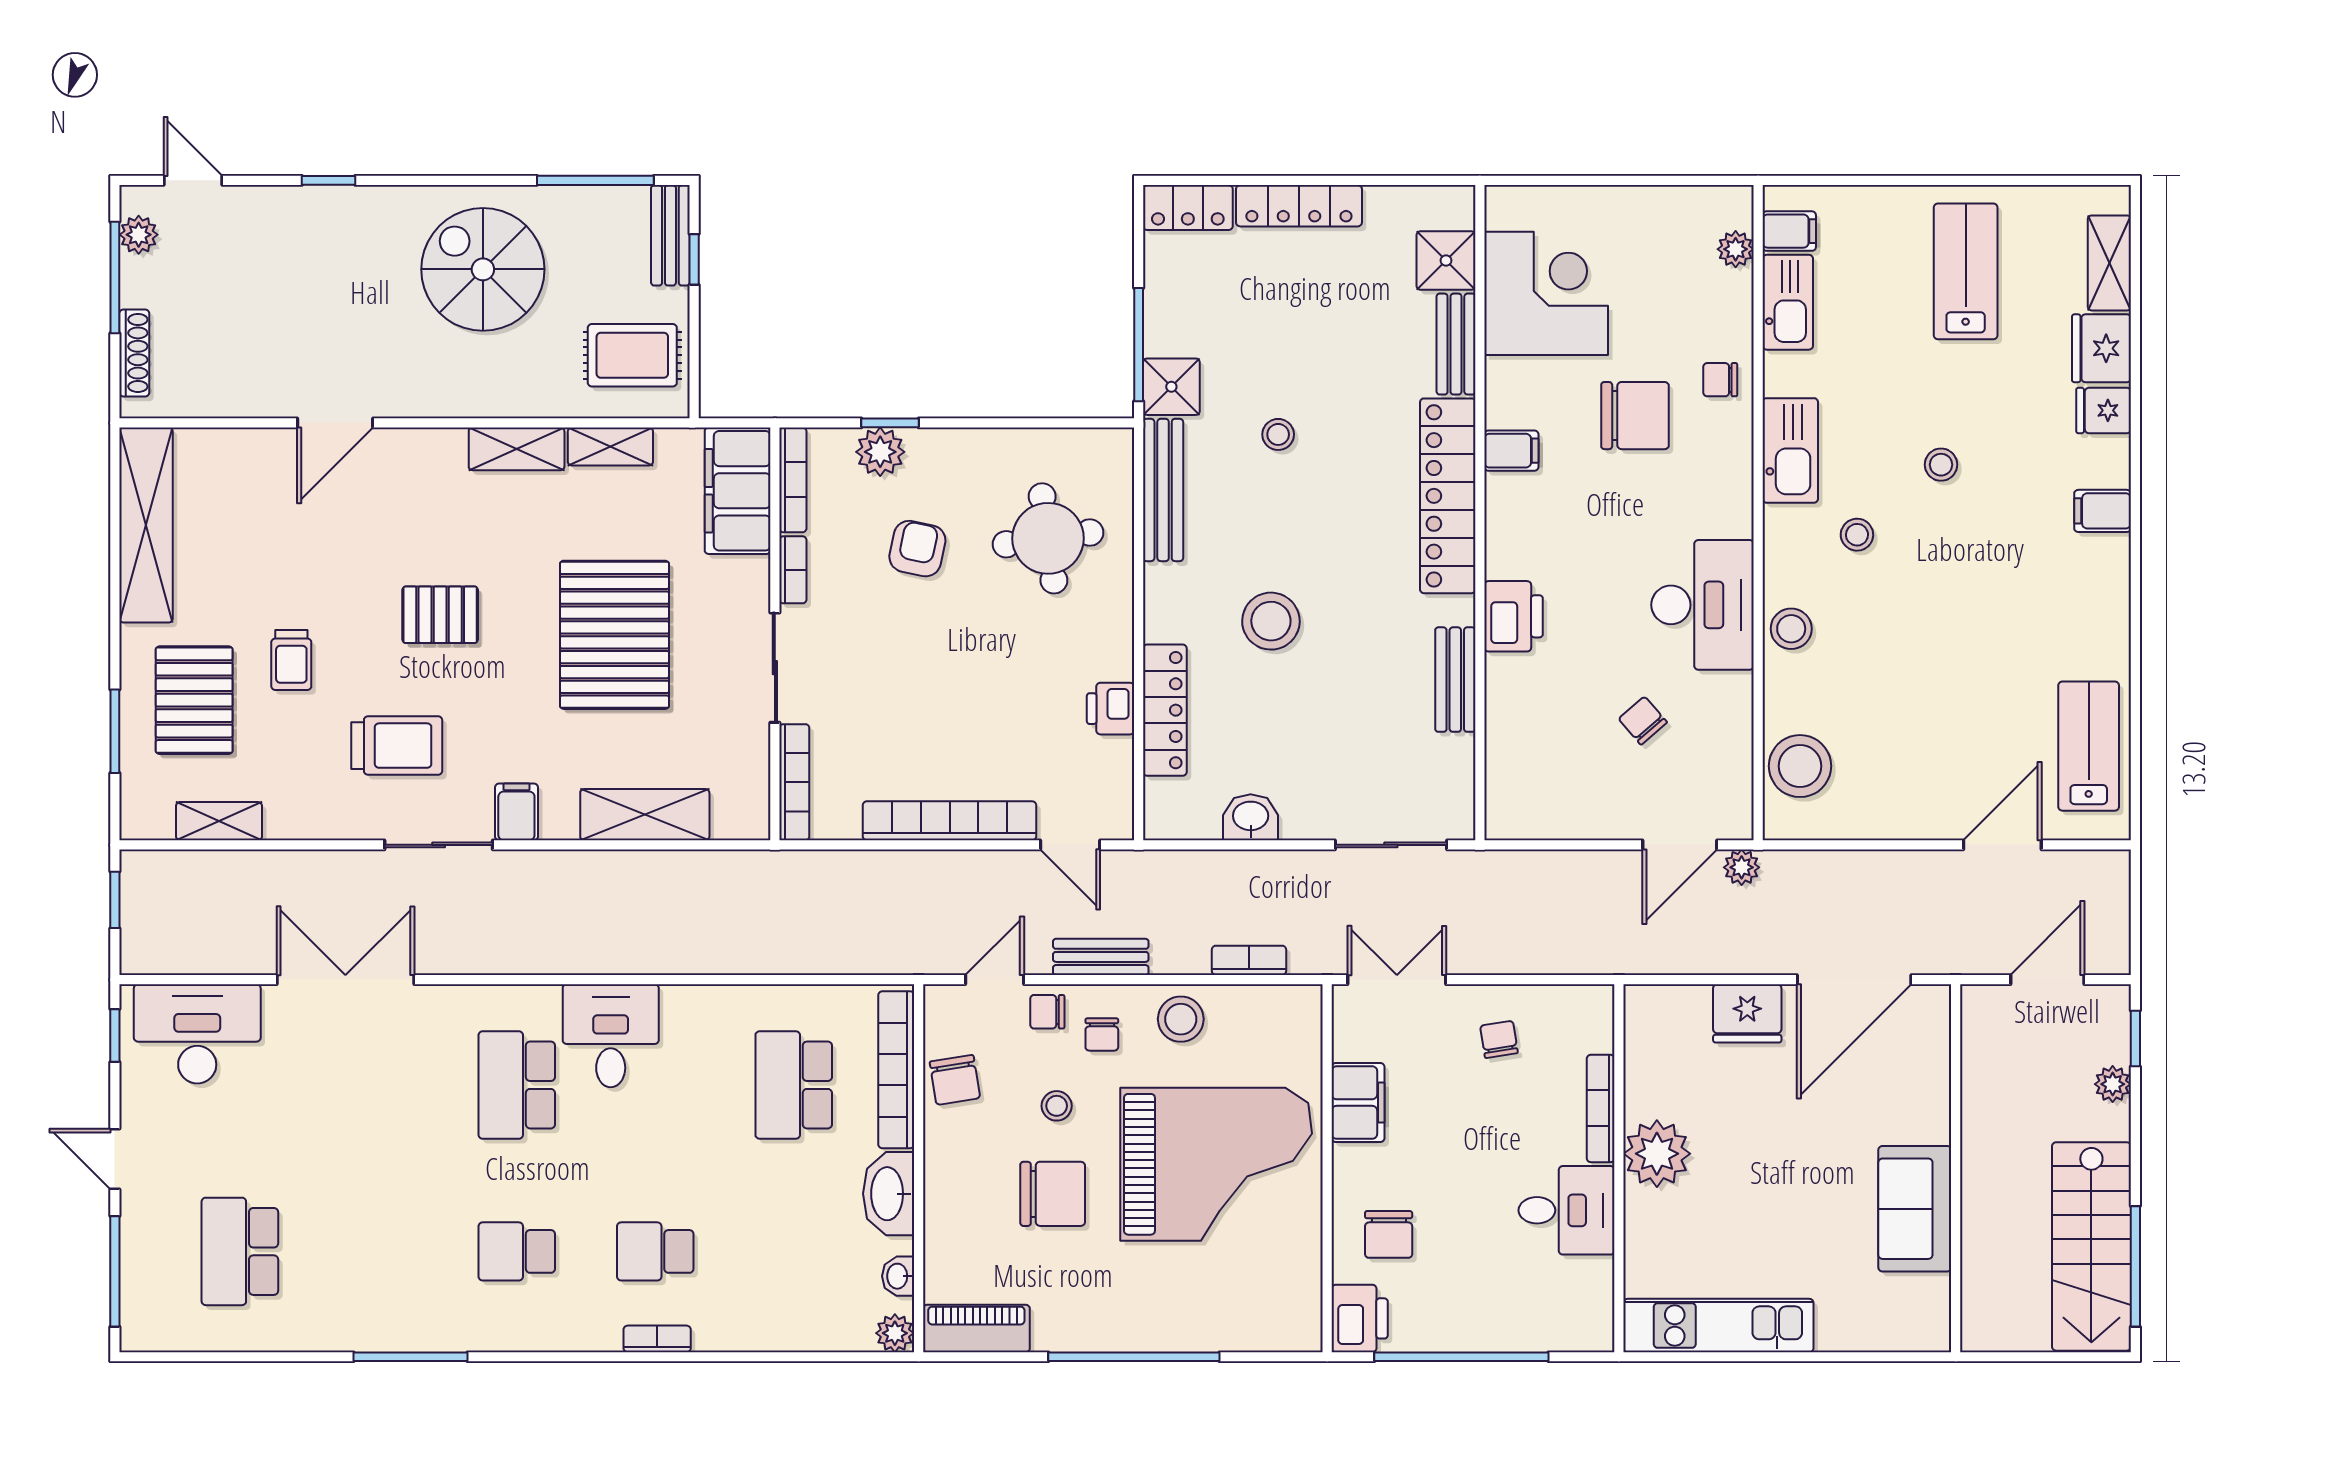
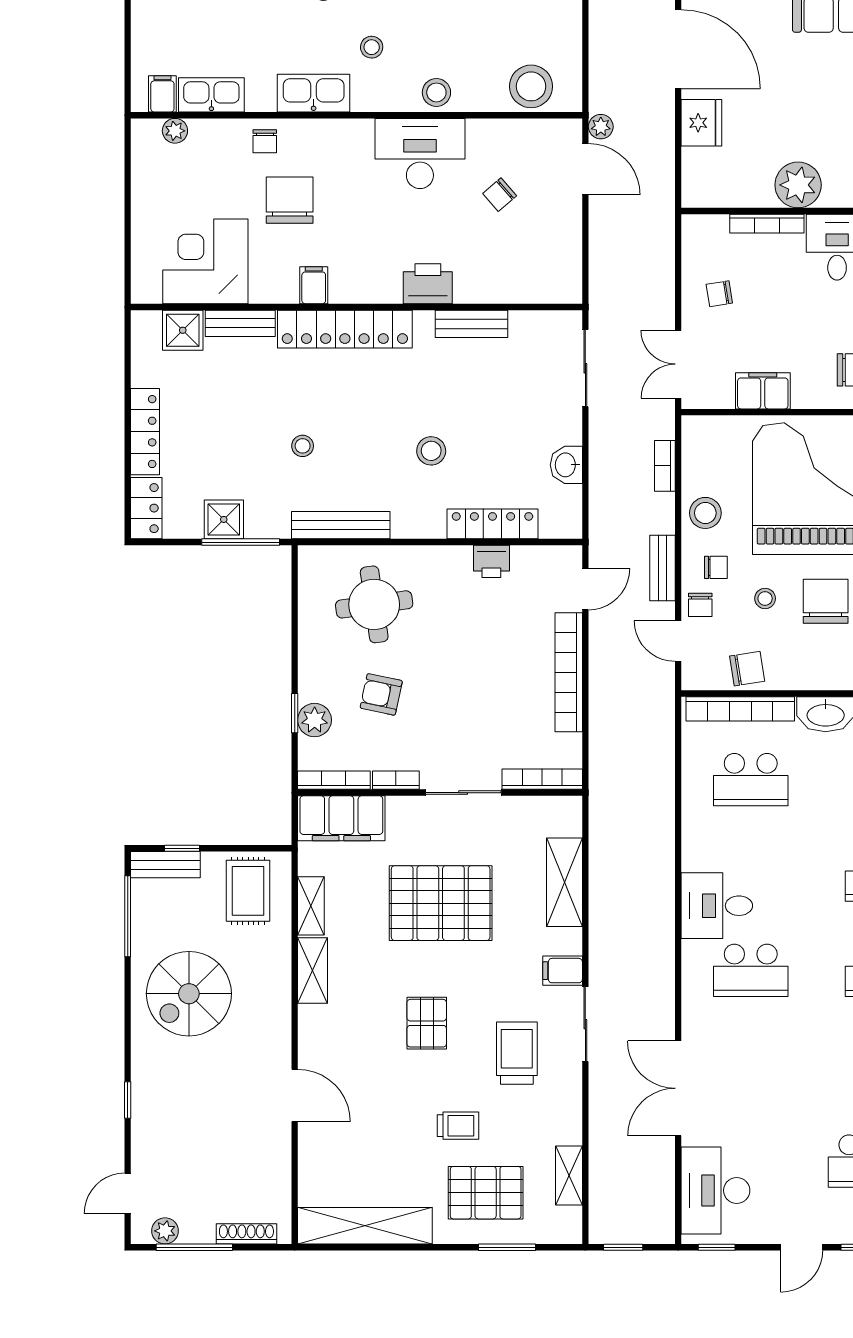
shower: (1171, 387) -> (224, 519), moved
stool: (1271, 621) -> (431, 451), width x0.73, depth x0.73

